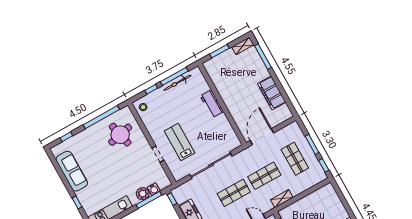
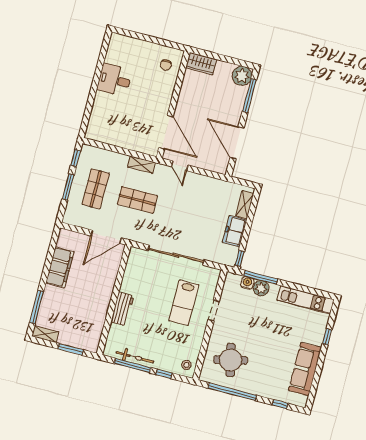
shop shelf: (234, 193) -> (179, 211), removed

